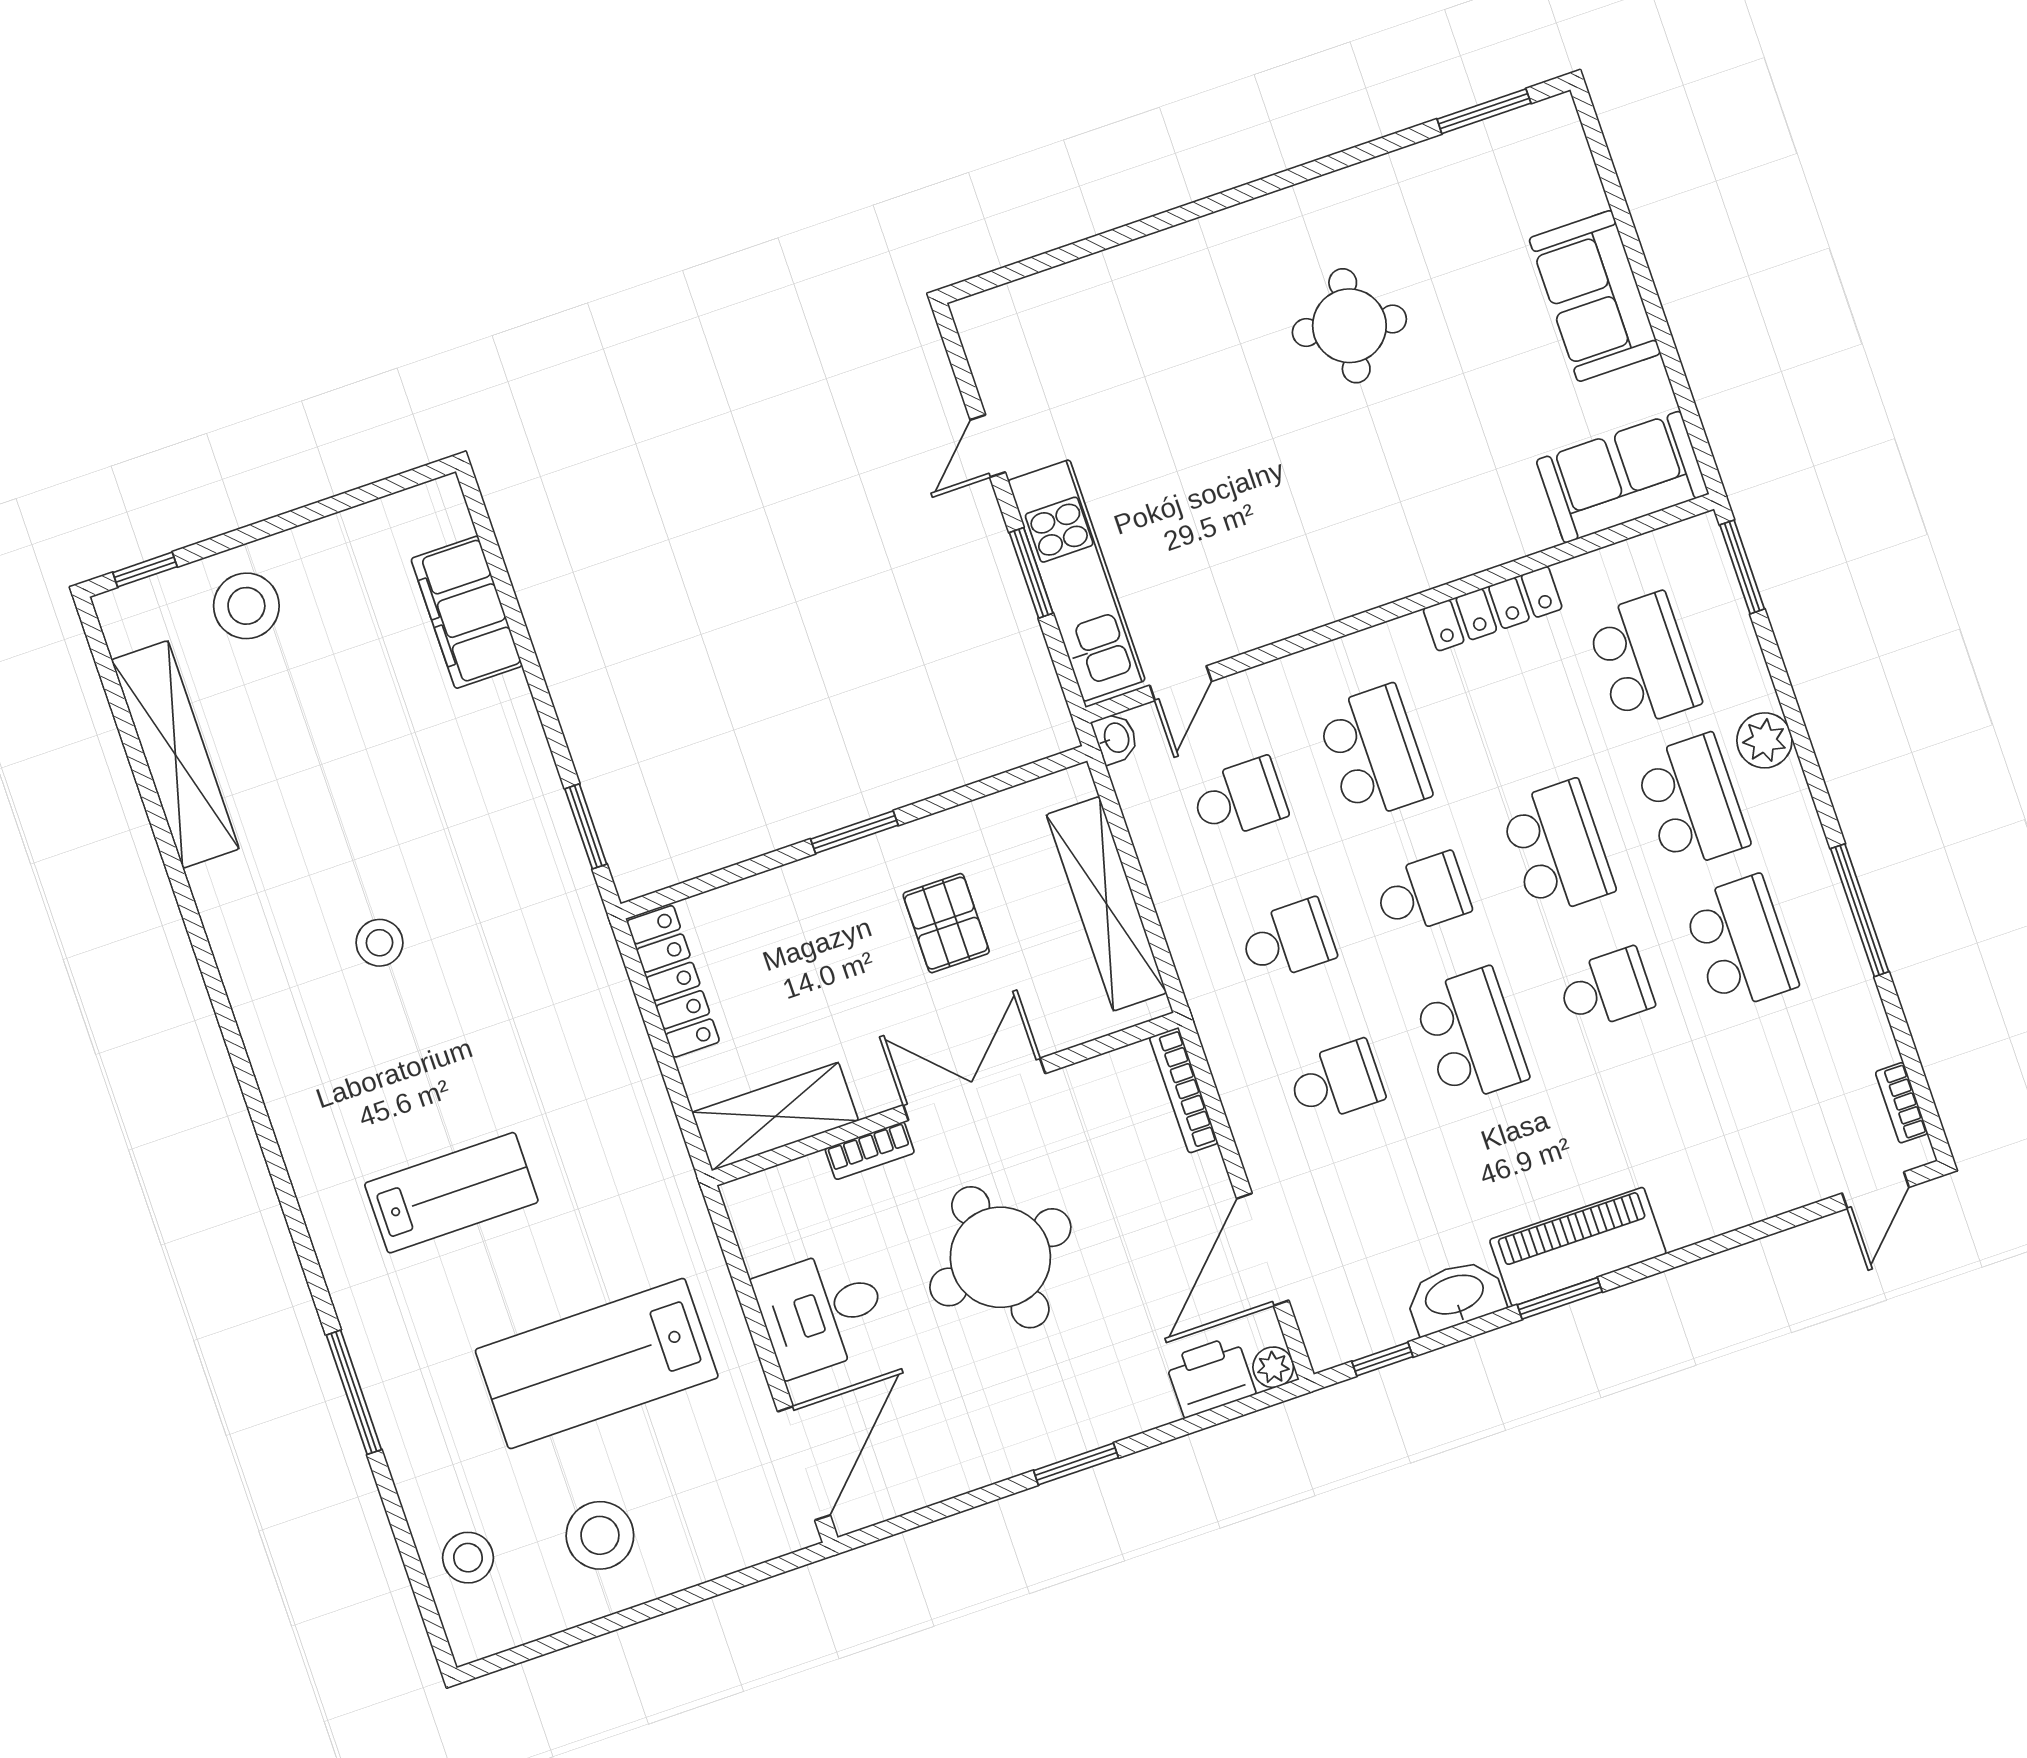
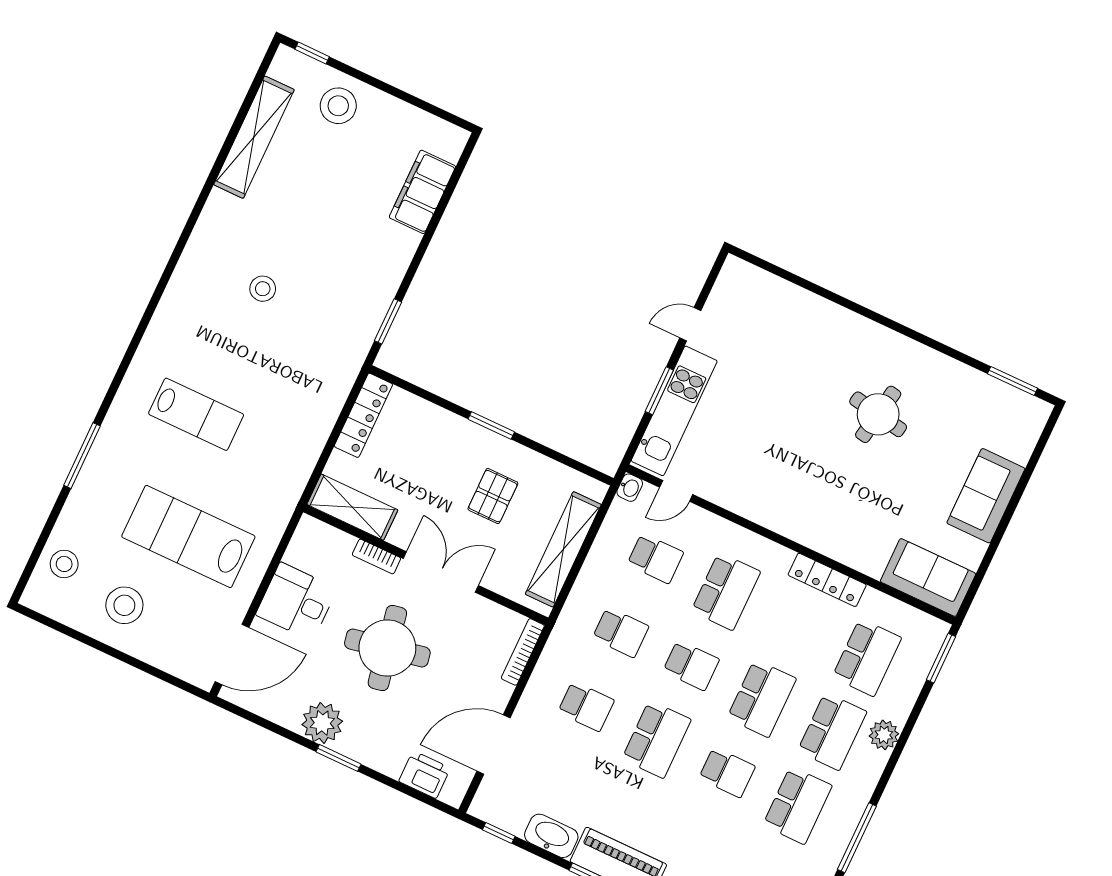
plant: (1273, 1367) -> (322, 723), moved, width x1.87, depth x1.87

